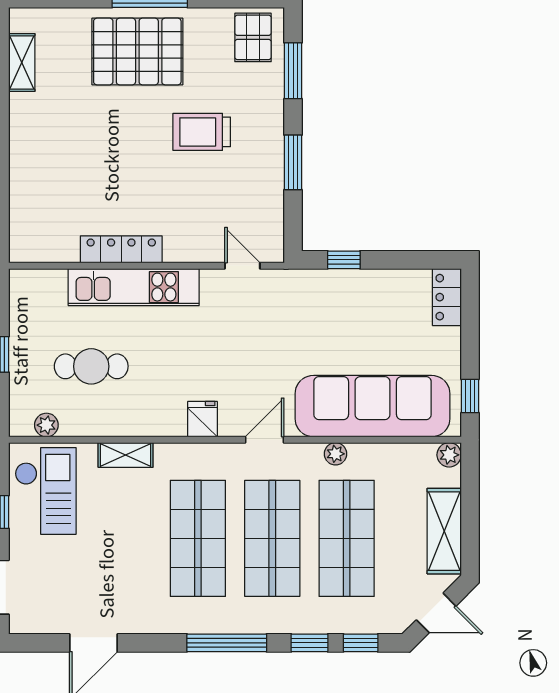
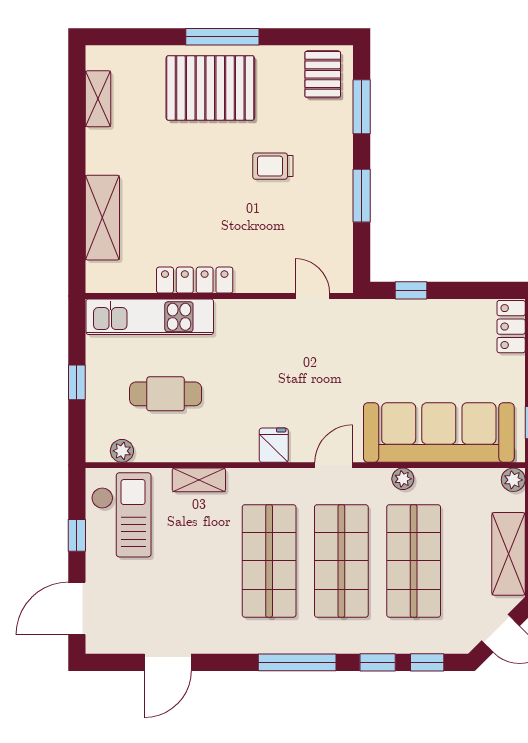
trolley: (202, 132) -> (273, 166), width x0.73, depth x0.72
shelving: (26, 185) -> (102, 218), added
kitchen unit: (134, 287) -> (150, 317), moved

